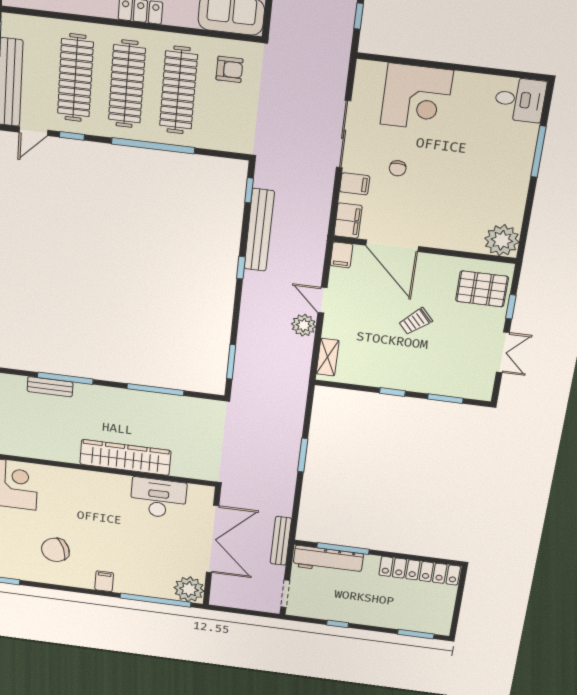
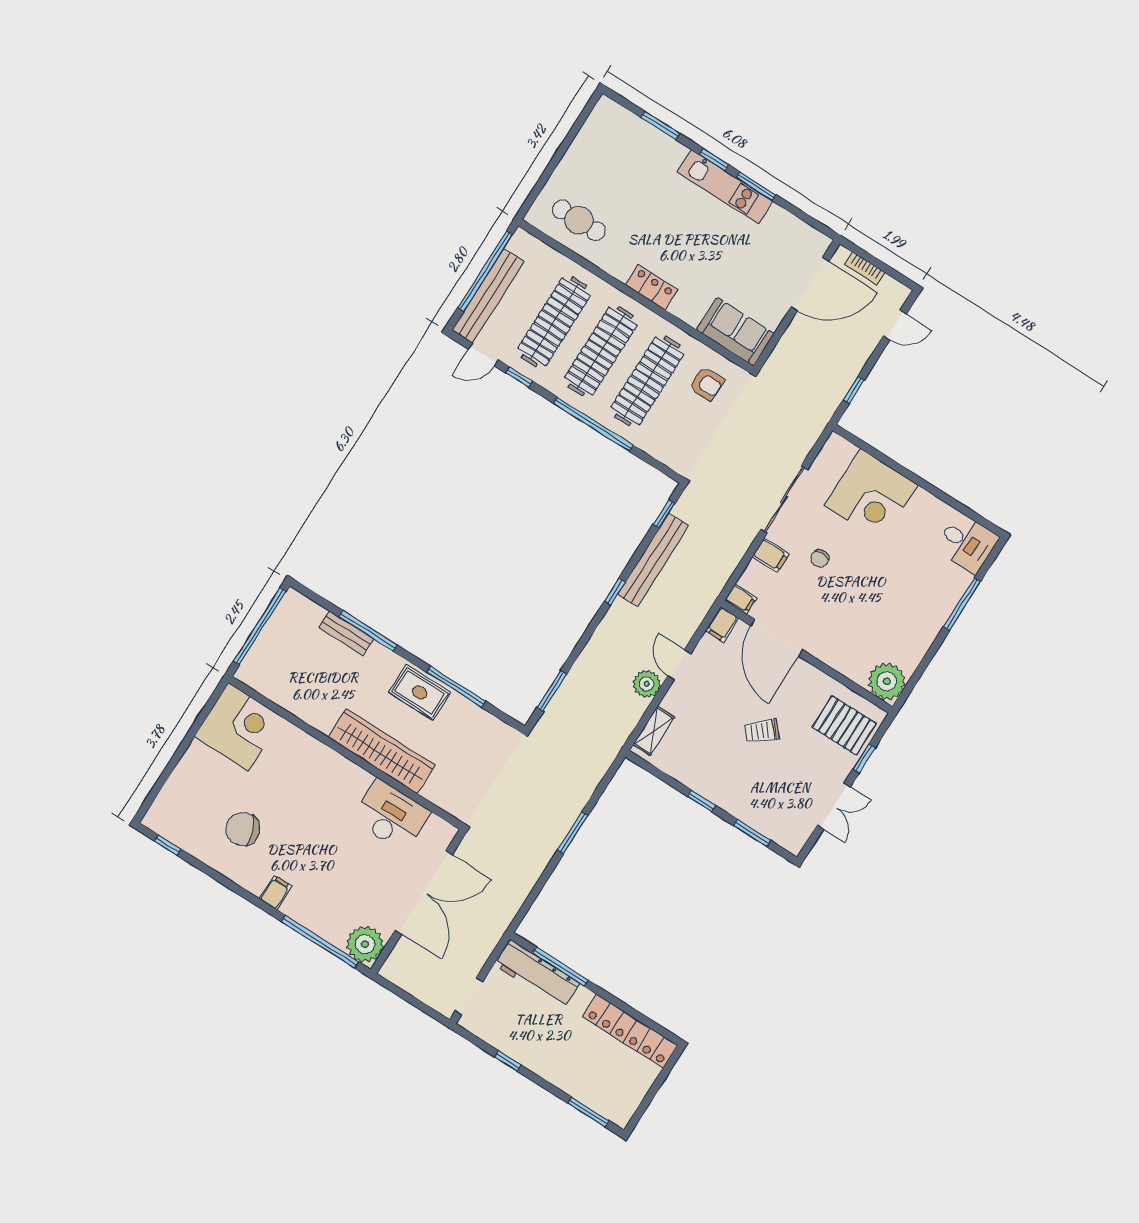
filing cabinet: (348, 221) -> (741, 599), width x0.50
rug: (130, 405) -> (420, 692), added
bench: (281, 541) -> (497, 927), removed

